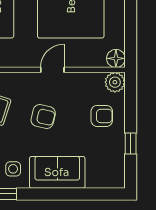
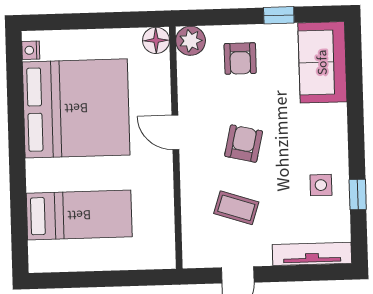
armchair: (102, 116) -> (240, 58), turned 180
sofa: (57, 172) -> (322, 62), moved

